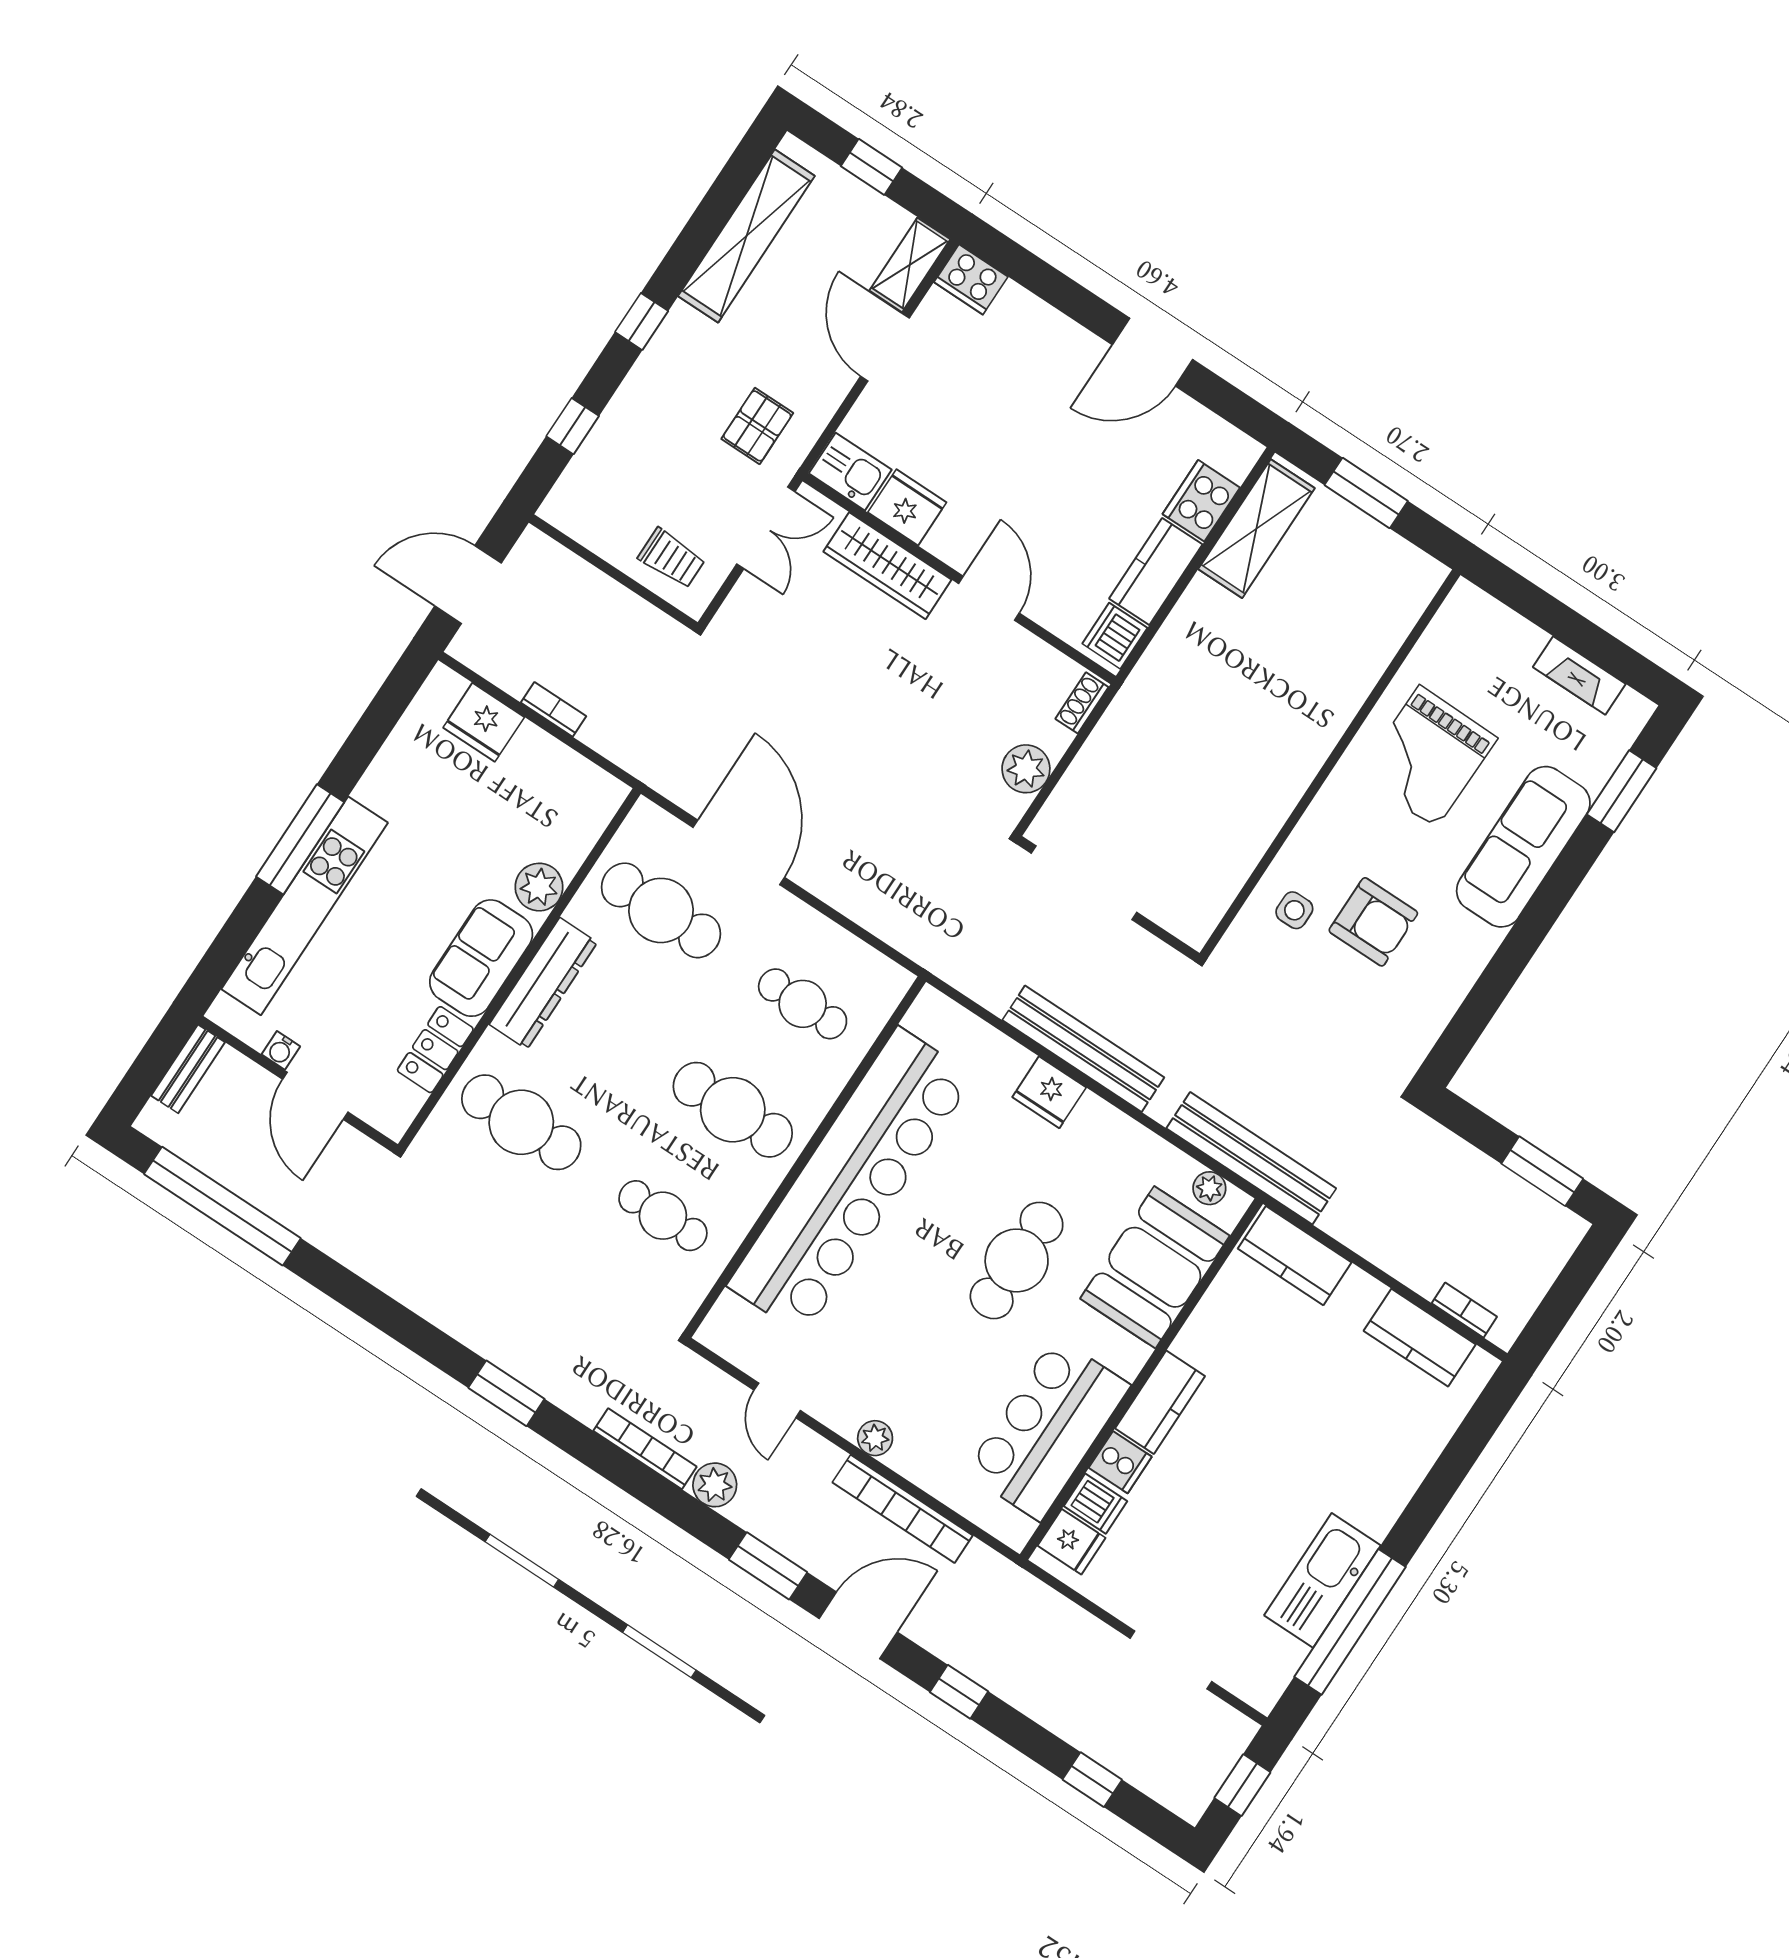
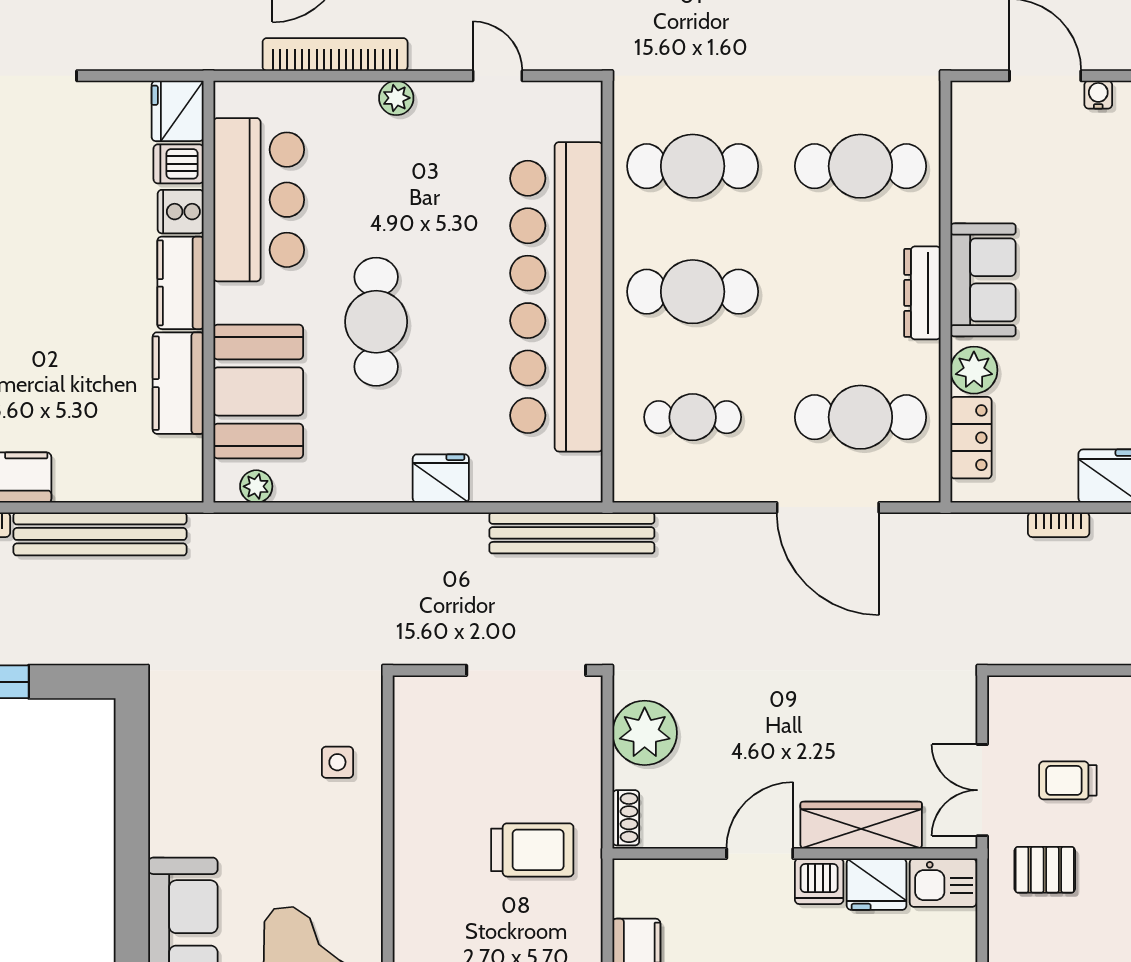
pallet: (757, 426) -> (1045, 870), turned 90
trolley: (672, 558) -> (1068, 780), moved
door: (989, 598) -> (760, 854), swing flipped
dishwasher: (1115, 636) -> (819, 881), moved, turned 90
trolley: (1179, 728) -> (532, 850), added
plant: (1026, 769) -> (645, 733), width x1.36, depth x1.36
armchair: (1373, 922) -> (266, 796), removed
dresser: (543, 983) -> (922, 293), width x0.73, depth x0.80
bench: (1083, 1049) -> (572, 533), moved
locker: (435, 1050) -> (971, 438), moved
bench: (1251, 1158) -> (100, 534), moved
cafe table: (663, 1216) -> (693, 166), width x1.37, depth x1.35
kitchen counter: (1295, 1256) -> (178, 383), moved, turned -90
fridge: (1072, 1542) -> (178, 111), width x1.38

